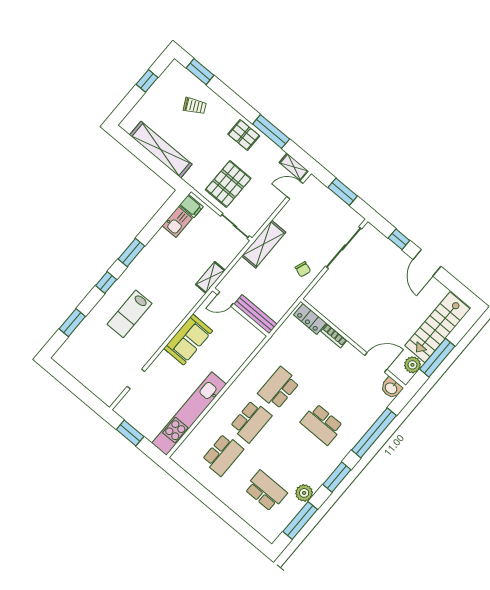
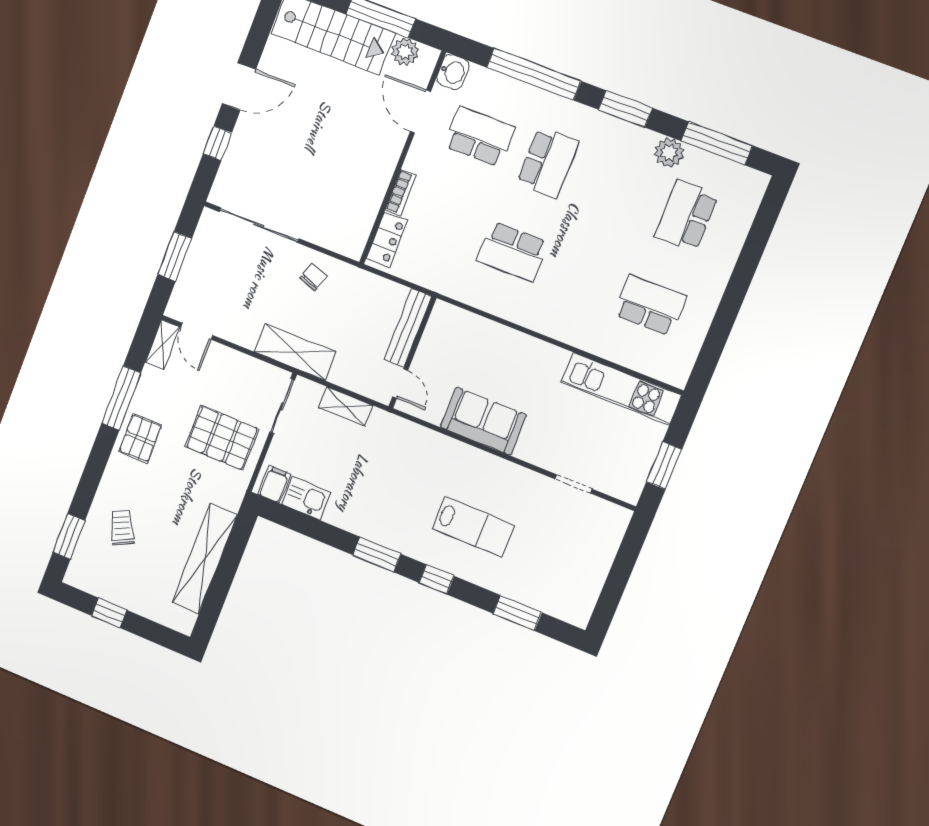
shelving: (210, 277) -> (346, 407), moved
kitchen unit: (189, 414) -> (621, 389), width x0.73
school desk: (251, 421) -> (480, 136), moved

